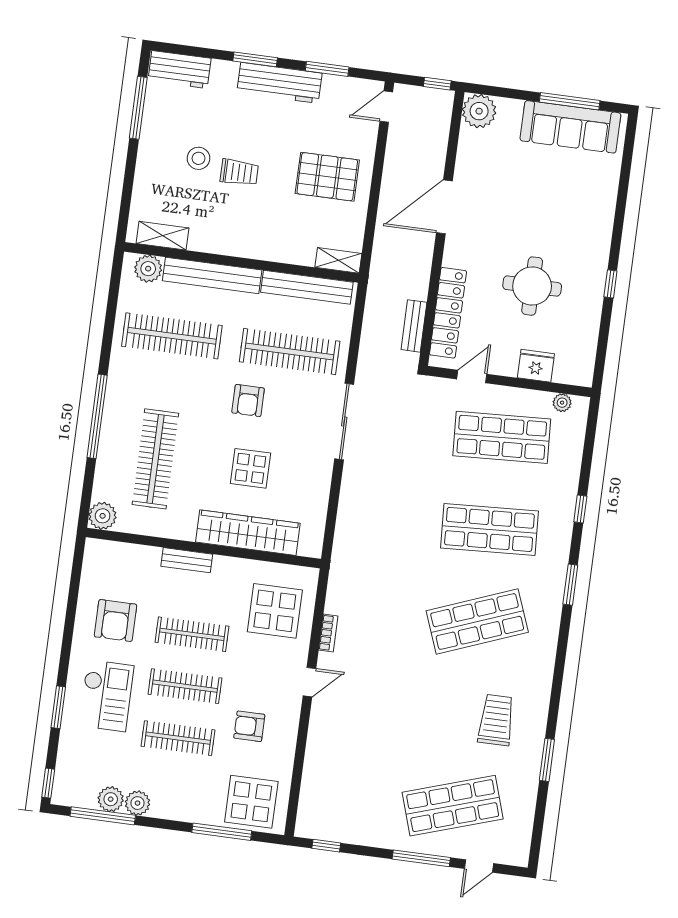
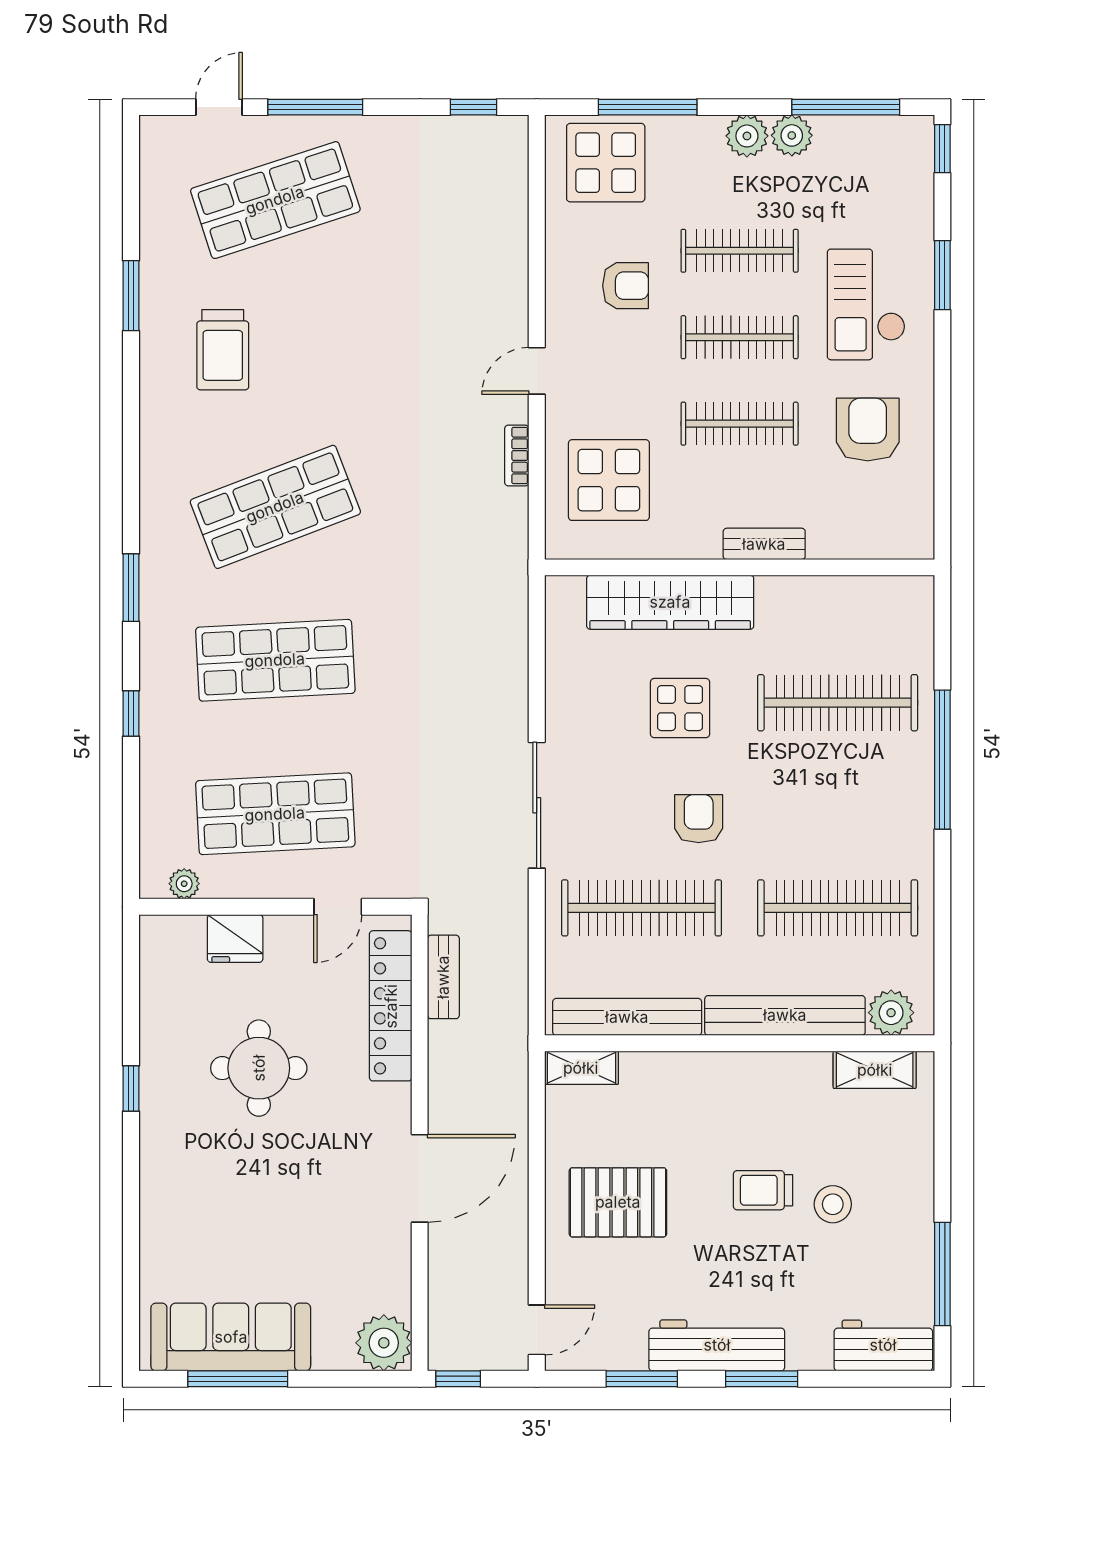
clothes rail: (155, 459) -> (838, 703), turned 90
plant: (103, 516) -> (912, 598), removed
plant: (111, 799) -> (747, 136), moved

